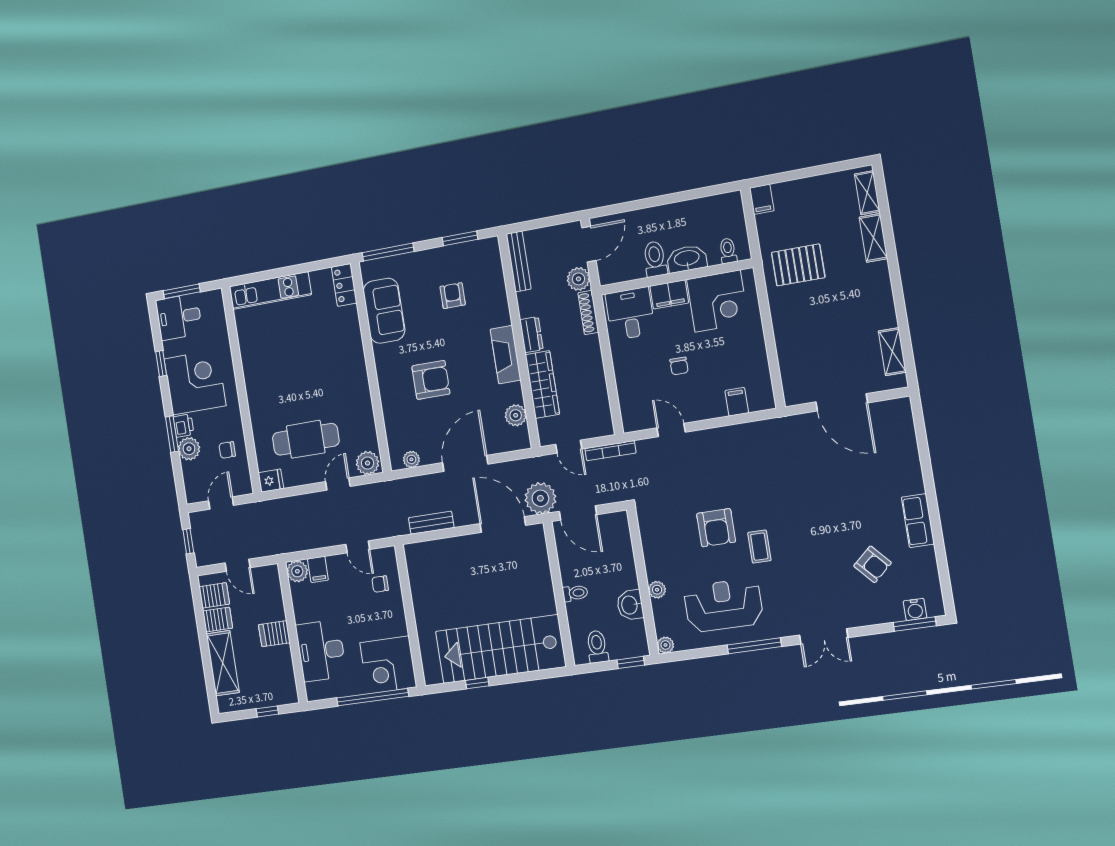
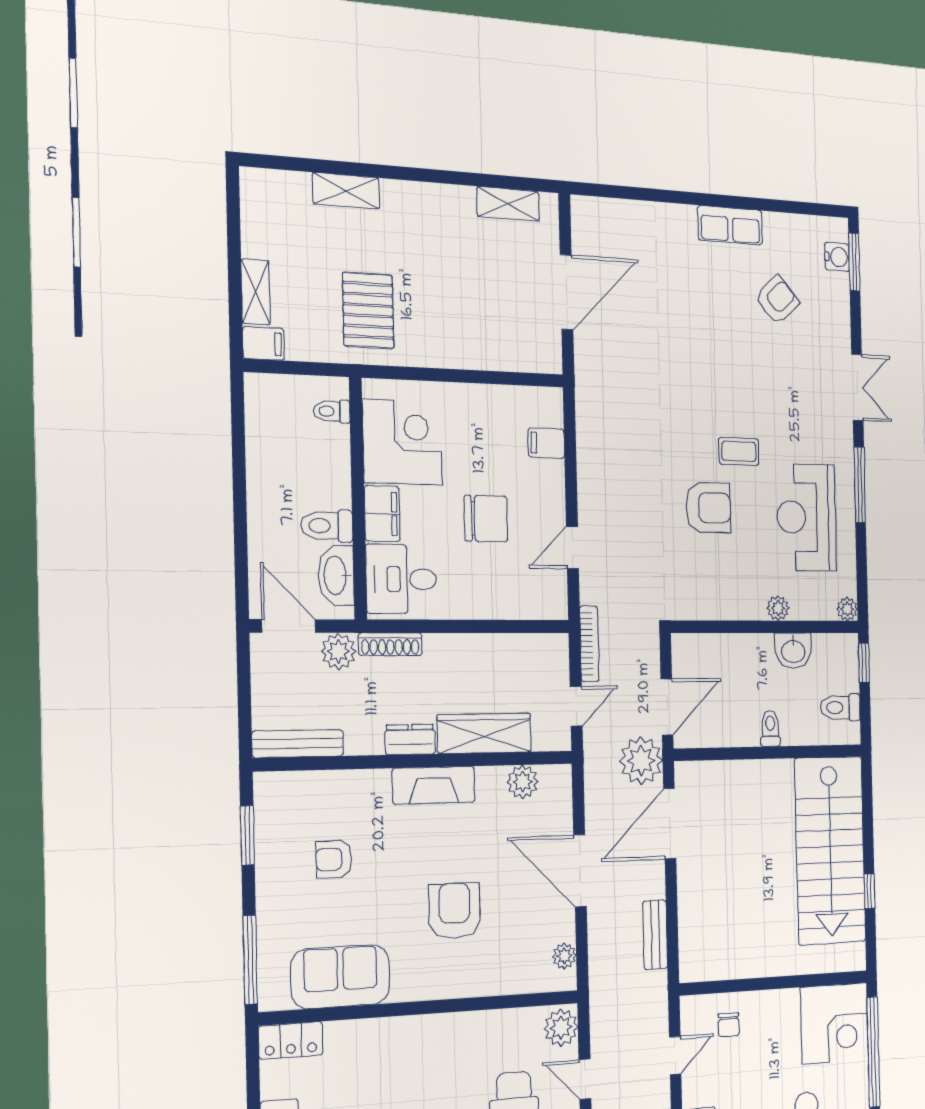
shelving: (867, 193) -> (256, 292), moved, turned 90
washbasin: (687, 259) -> (336, 575), moved
chair: (679, 366) -> (486, 519), width x1.87, depth x1.87

